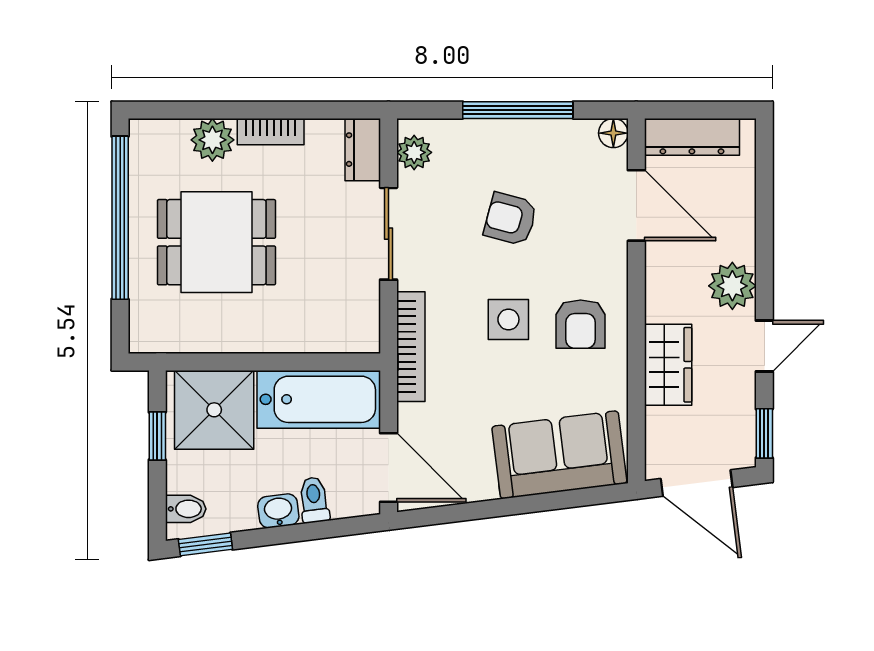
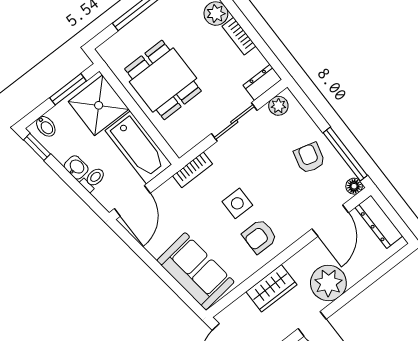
window: (518, 110) -> (345, 154), moved
armchair: (510, 219) -> (309, 158), moved
dining table: (216, 242) -> (163, 80), moved
plant: (732, 286) -> (328, 283), width x1.36, depth x1.36
bookcase: (411, 347) -> (193, 170), width x0.64
window: (157, 436) -> (68, 89), width x1.50

